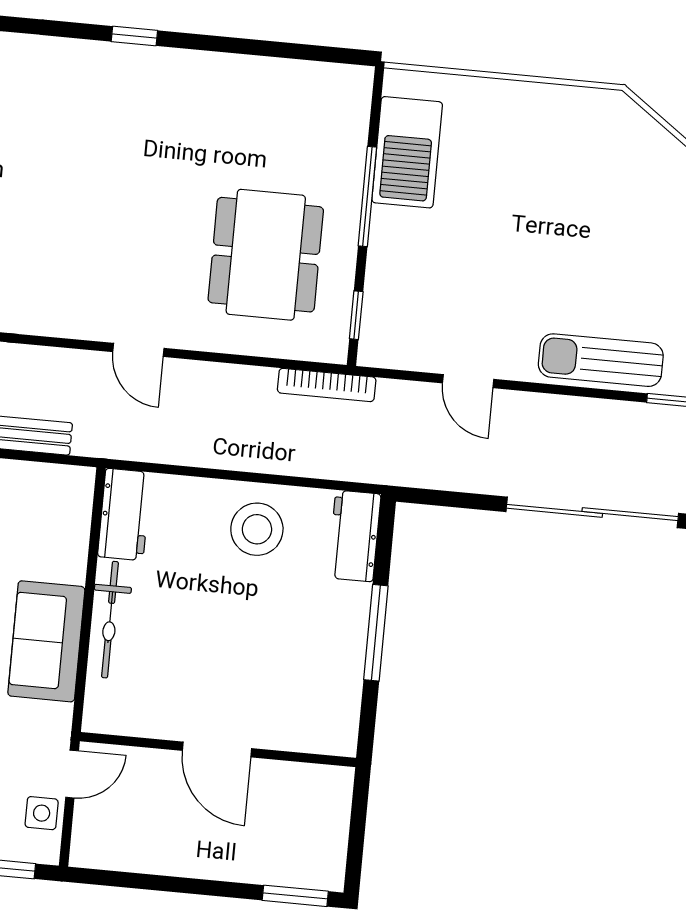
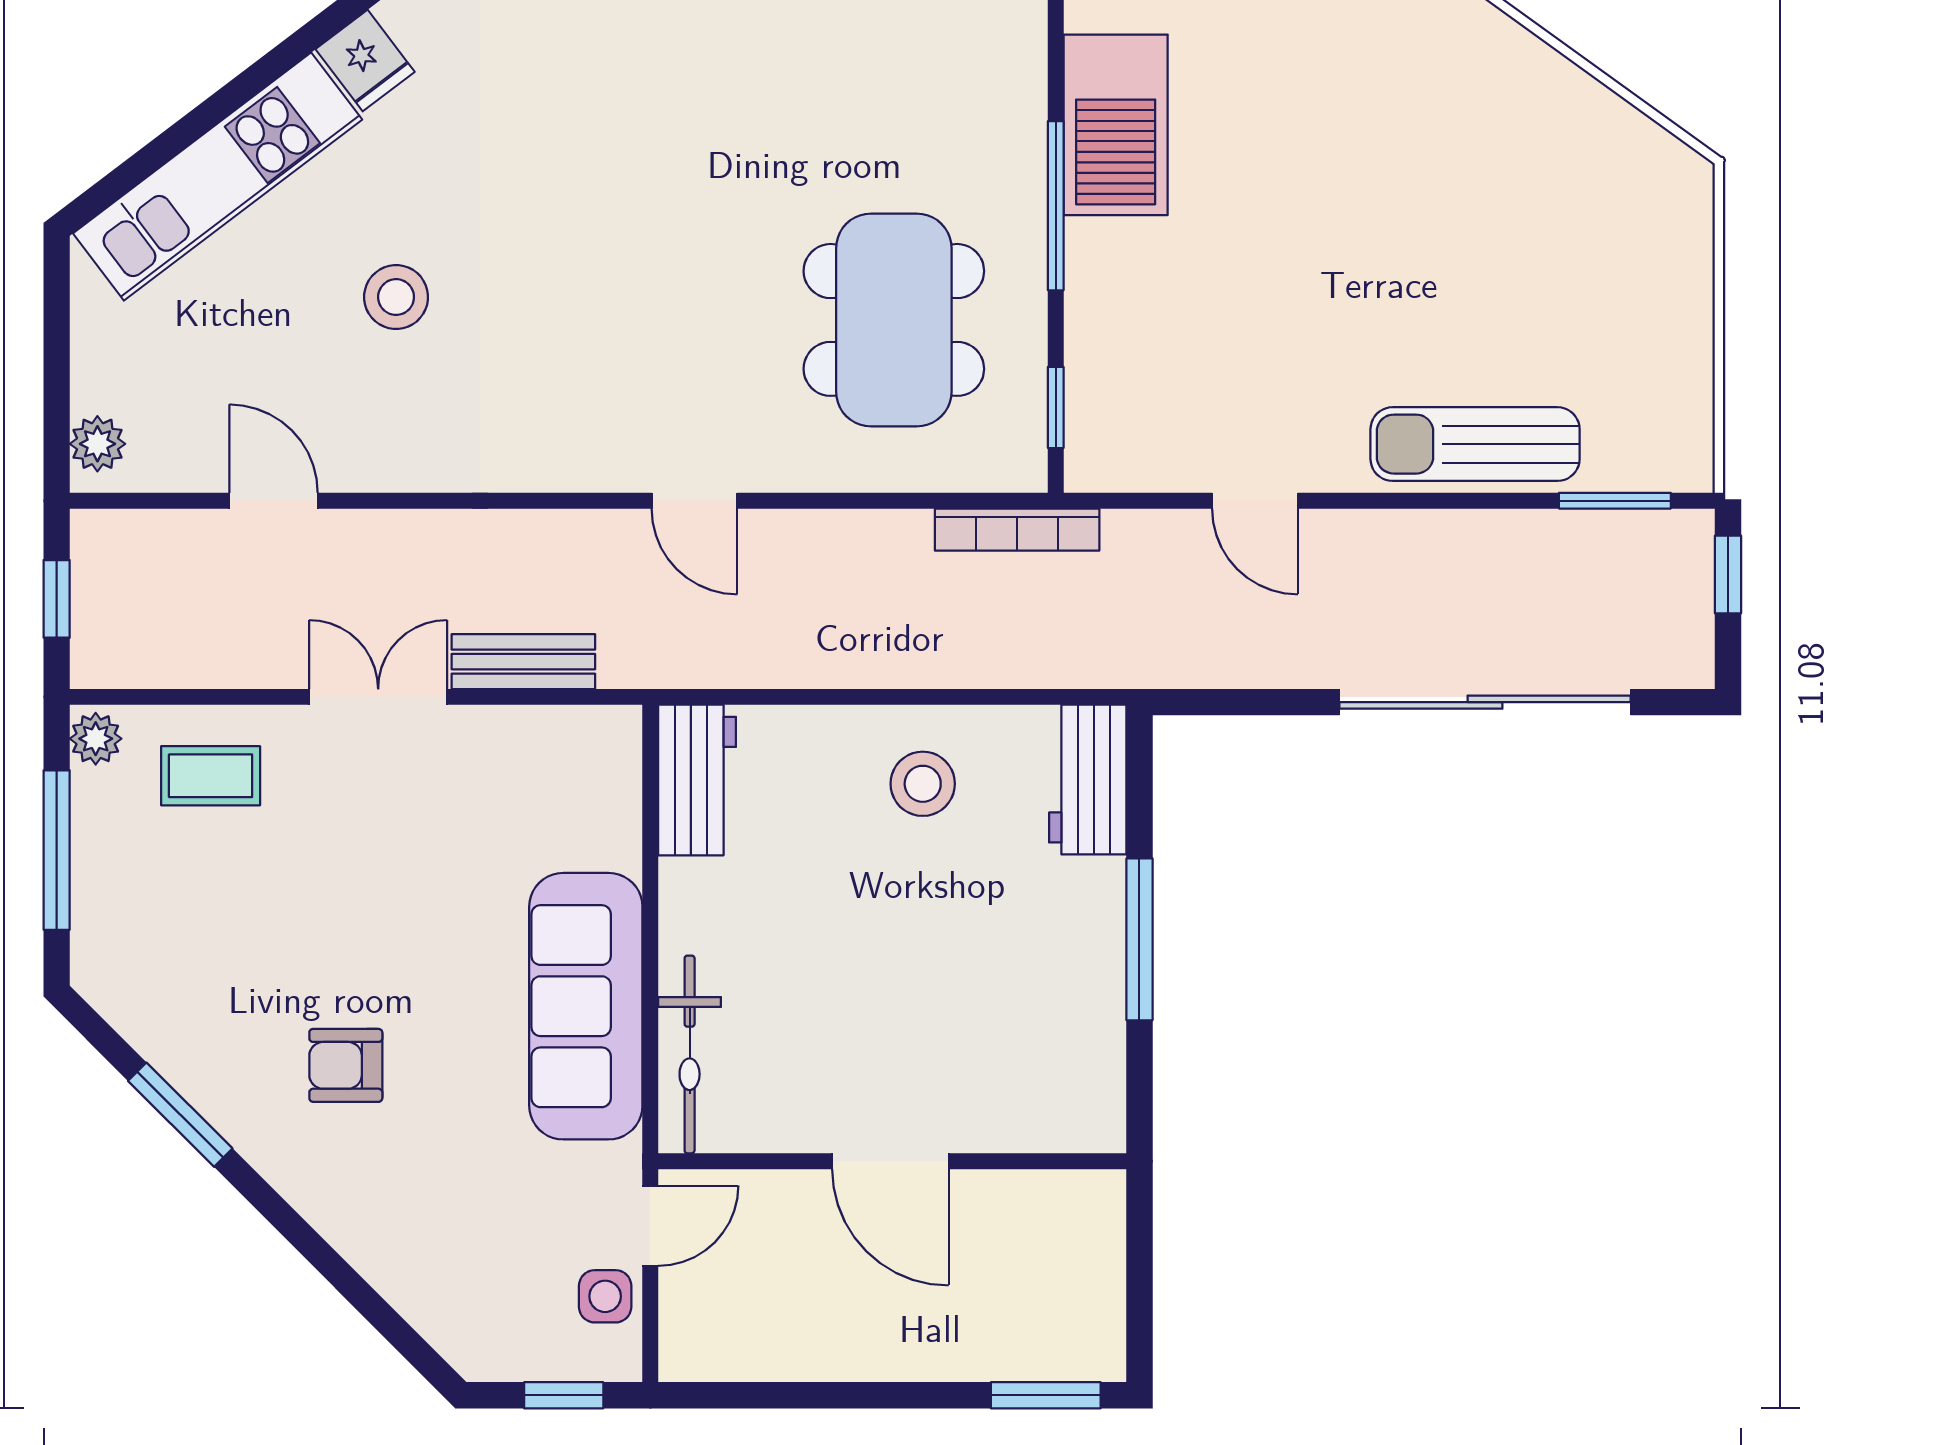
stool: (257, 529) -> (923, 784), width x0.73, depth x0.73
bicycle: (110, 620) -> (690, 1054), moved
sofa: (46, 641) -> (586, 1006), width x1.36

